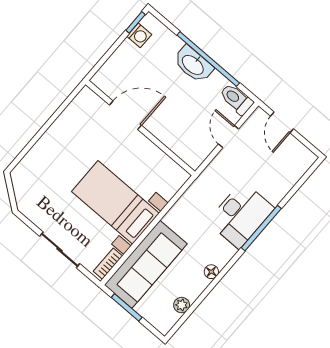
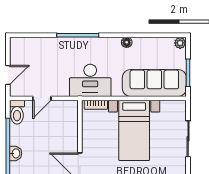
washbasin: (193, 64) -> (16, 153), width x0.52, depth x0.69
desk: (241, 215) -> (90, 80), moved, turned 180
bookcase: (108, 264) -> (96, 105), moved
plant: (182, 305) -> (180, 43), moved

